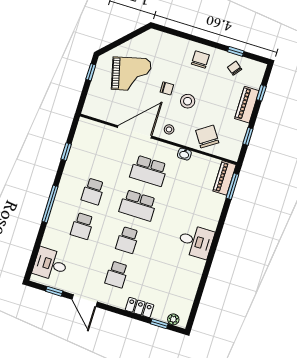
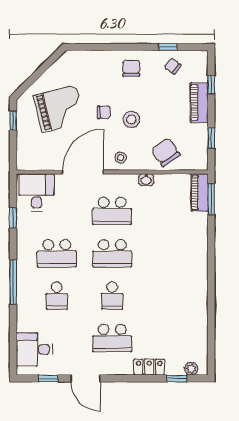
school desk: (93, 191) -> (57, 253), width x1.85
desk: (196, 241) -> (37, 192), moved, turned -90
school desk: (117, 274) -> (112, 338), width x1.85

